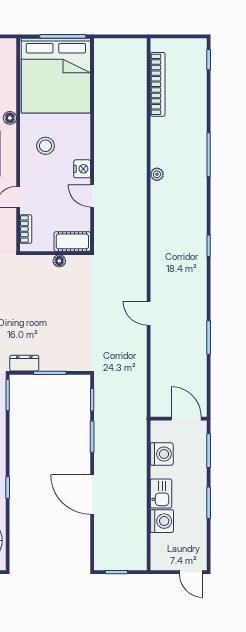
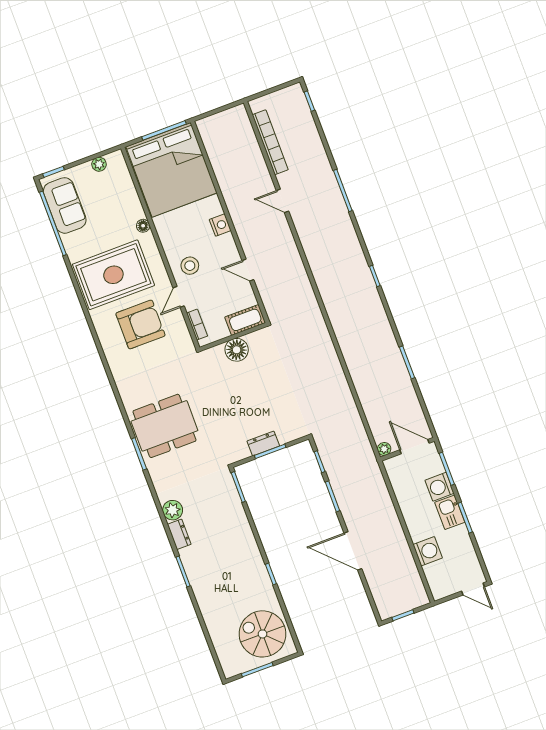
stool: (46, 146) -> (190, 266), moved
nightstand: (82, 169) -> (220, 225), moved
plant: (157, 174) -> (384, 449), moved
floor lamp: (59, 261) -> (237, 350), width x1.89, depth x1.89
door: (149, 313) -> (282, 201), moved
dresser: (24, 363) -> (263, 443), moved
washing machine: (162, 454) -> (440, 487), moved, turned 180
kitchen sink: (161, 493) -> (450, 512), moved, turned 180

